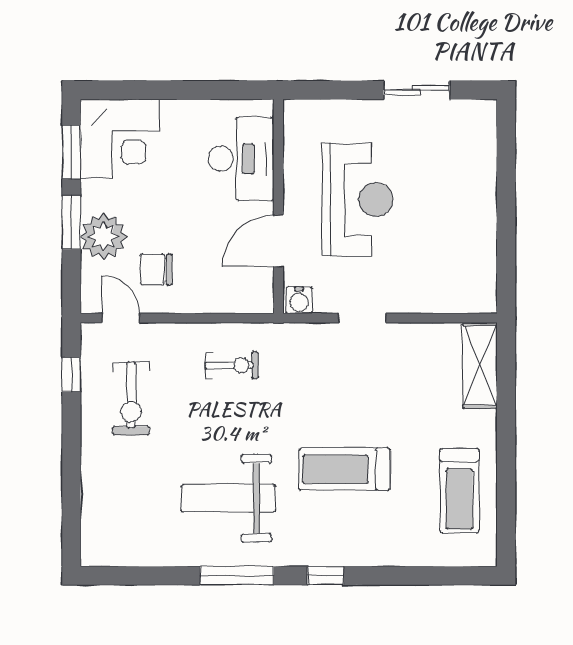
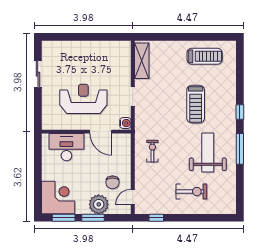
shelving: (480, 365) -> (142, 61), moved, turned 90
exercise bike: (131, 398) -> (191, 192), moved
weight bench: (228, 498) -> (208, 152), turned 180

